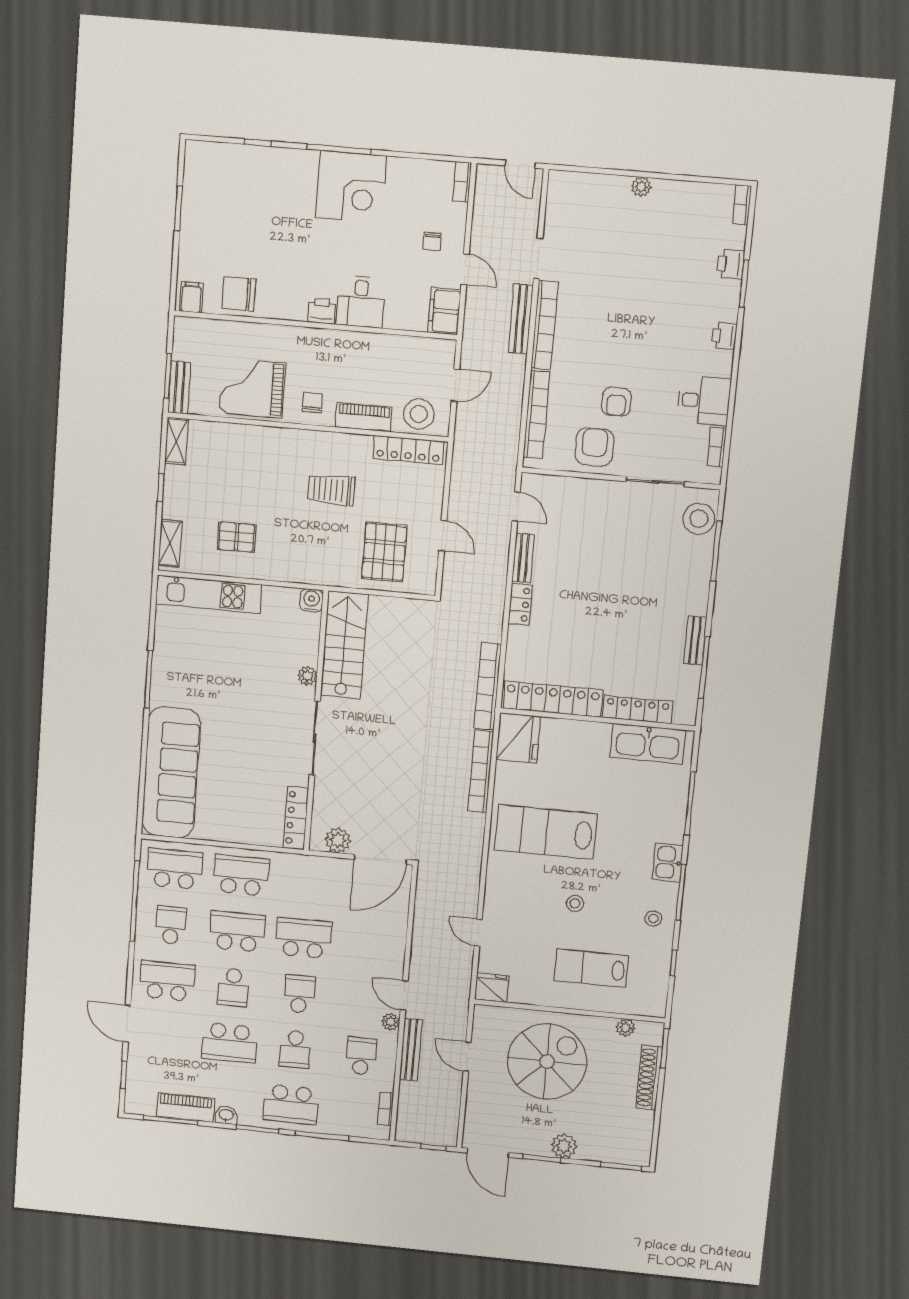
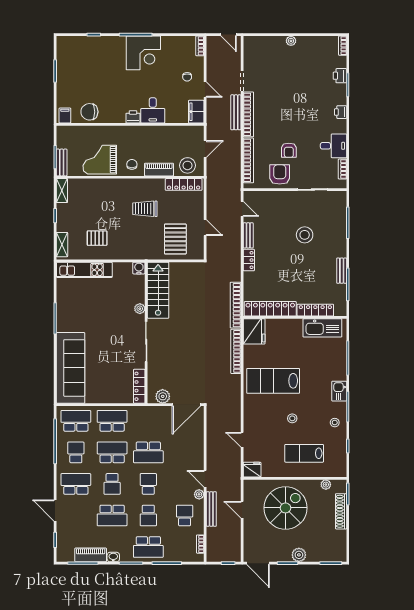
stool: (699, 519) -> (305, 235), moved
school desk: (304, 938) -> (148, 452), turned 180

